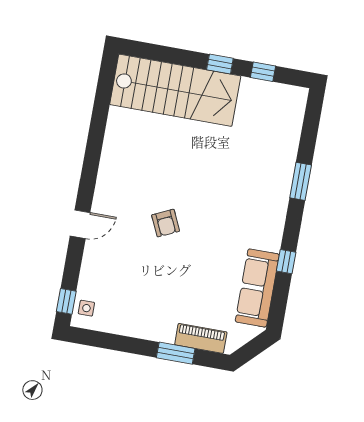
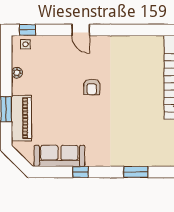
armchair: (166, 223) -> (92, 87), turned -65
plant: (125, 328) -> (17, 73), added
piano: (201, 338) -> (21, 118), width x1.37, depth x1.33

